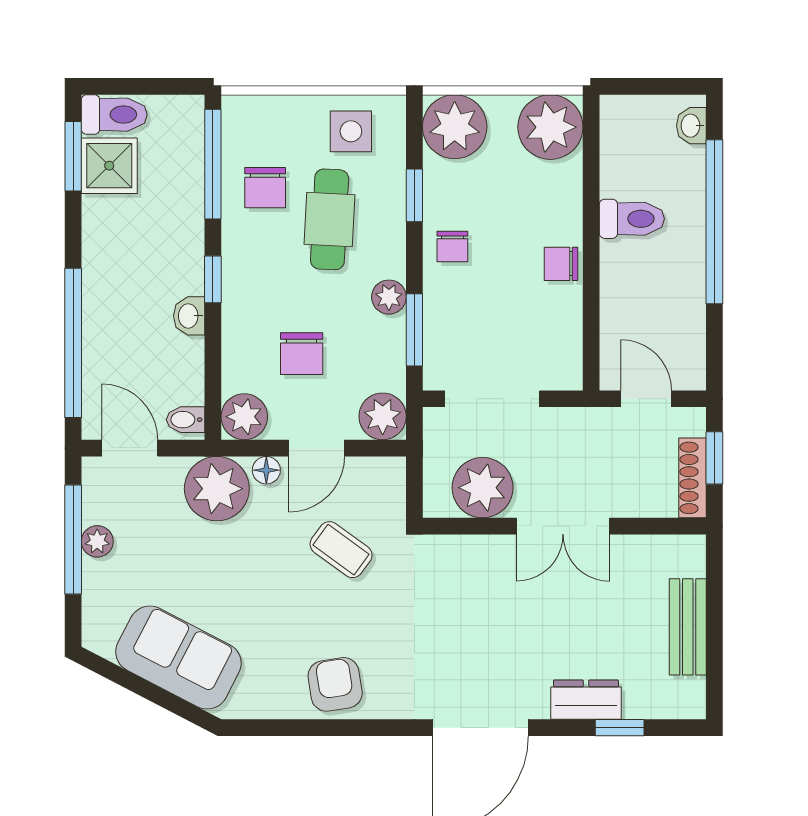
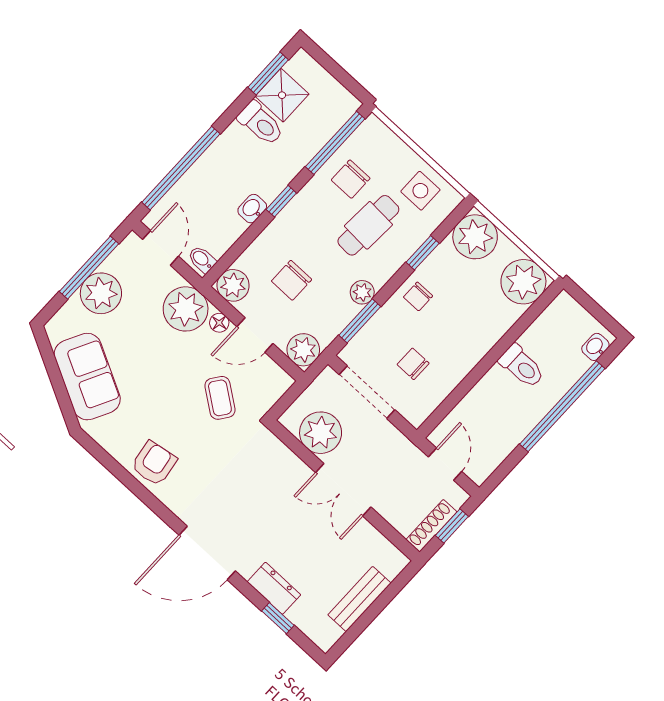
toilet: (114, 115) -> (261, 123), moved
chair: (561, 264) -> (413, 364), moved
plant: (97, 541) -> (101, 293), width x1.88, depth x1.88

